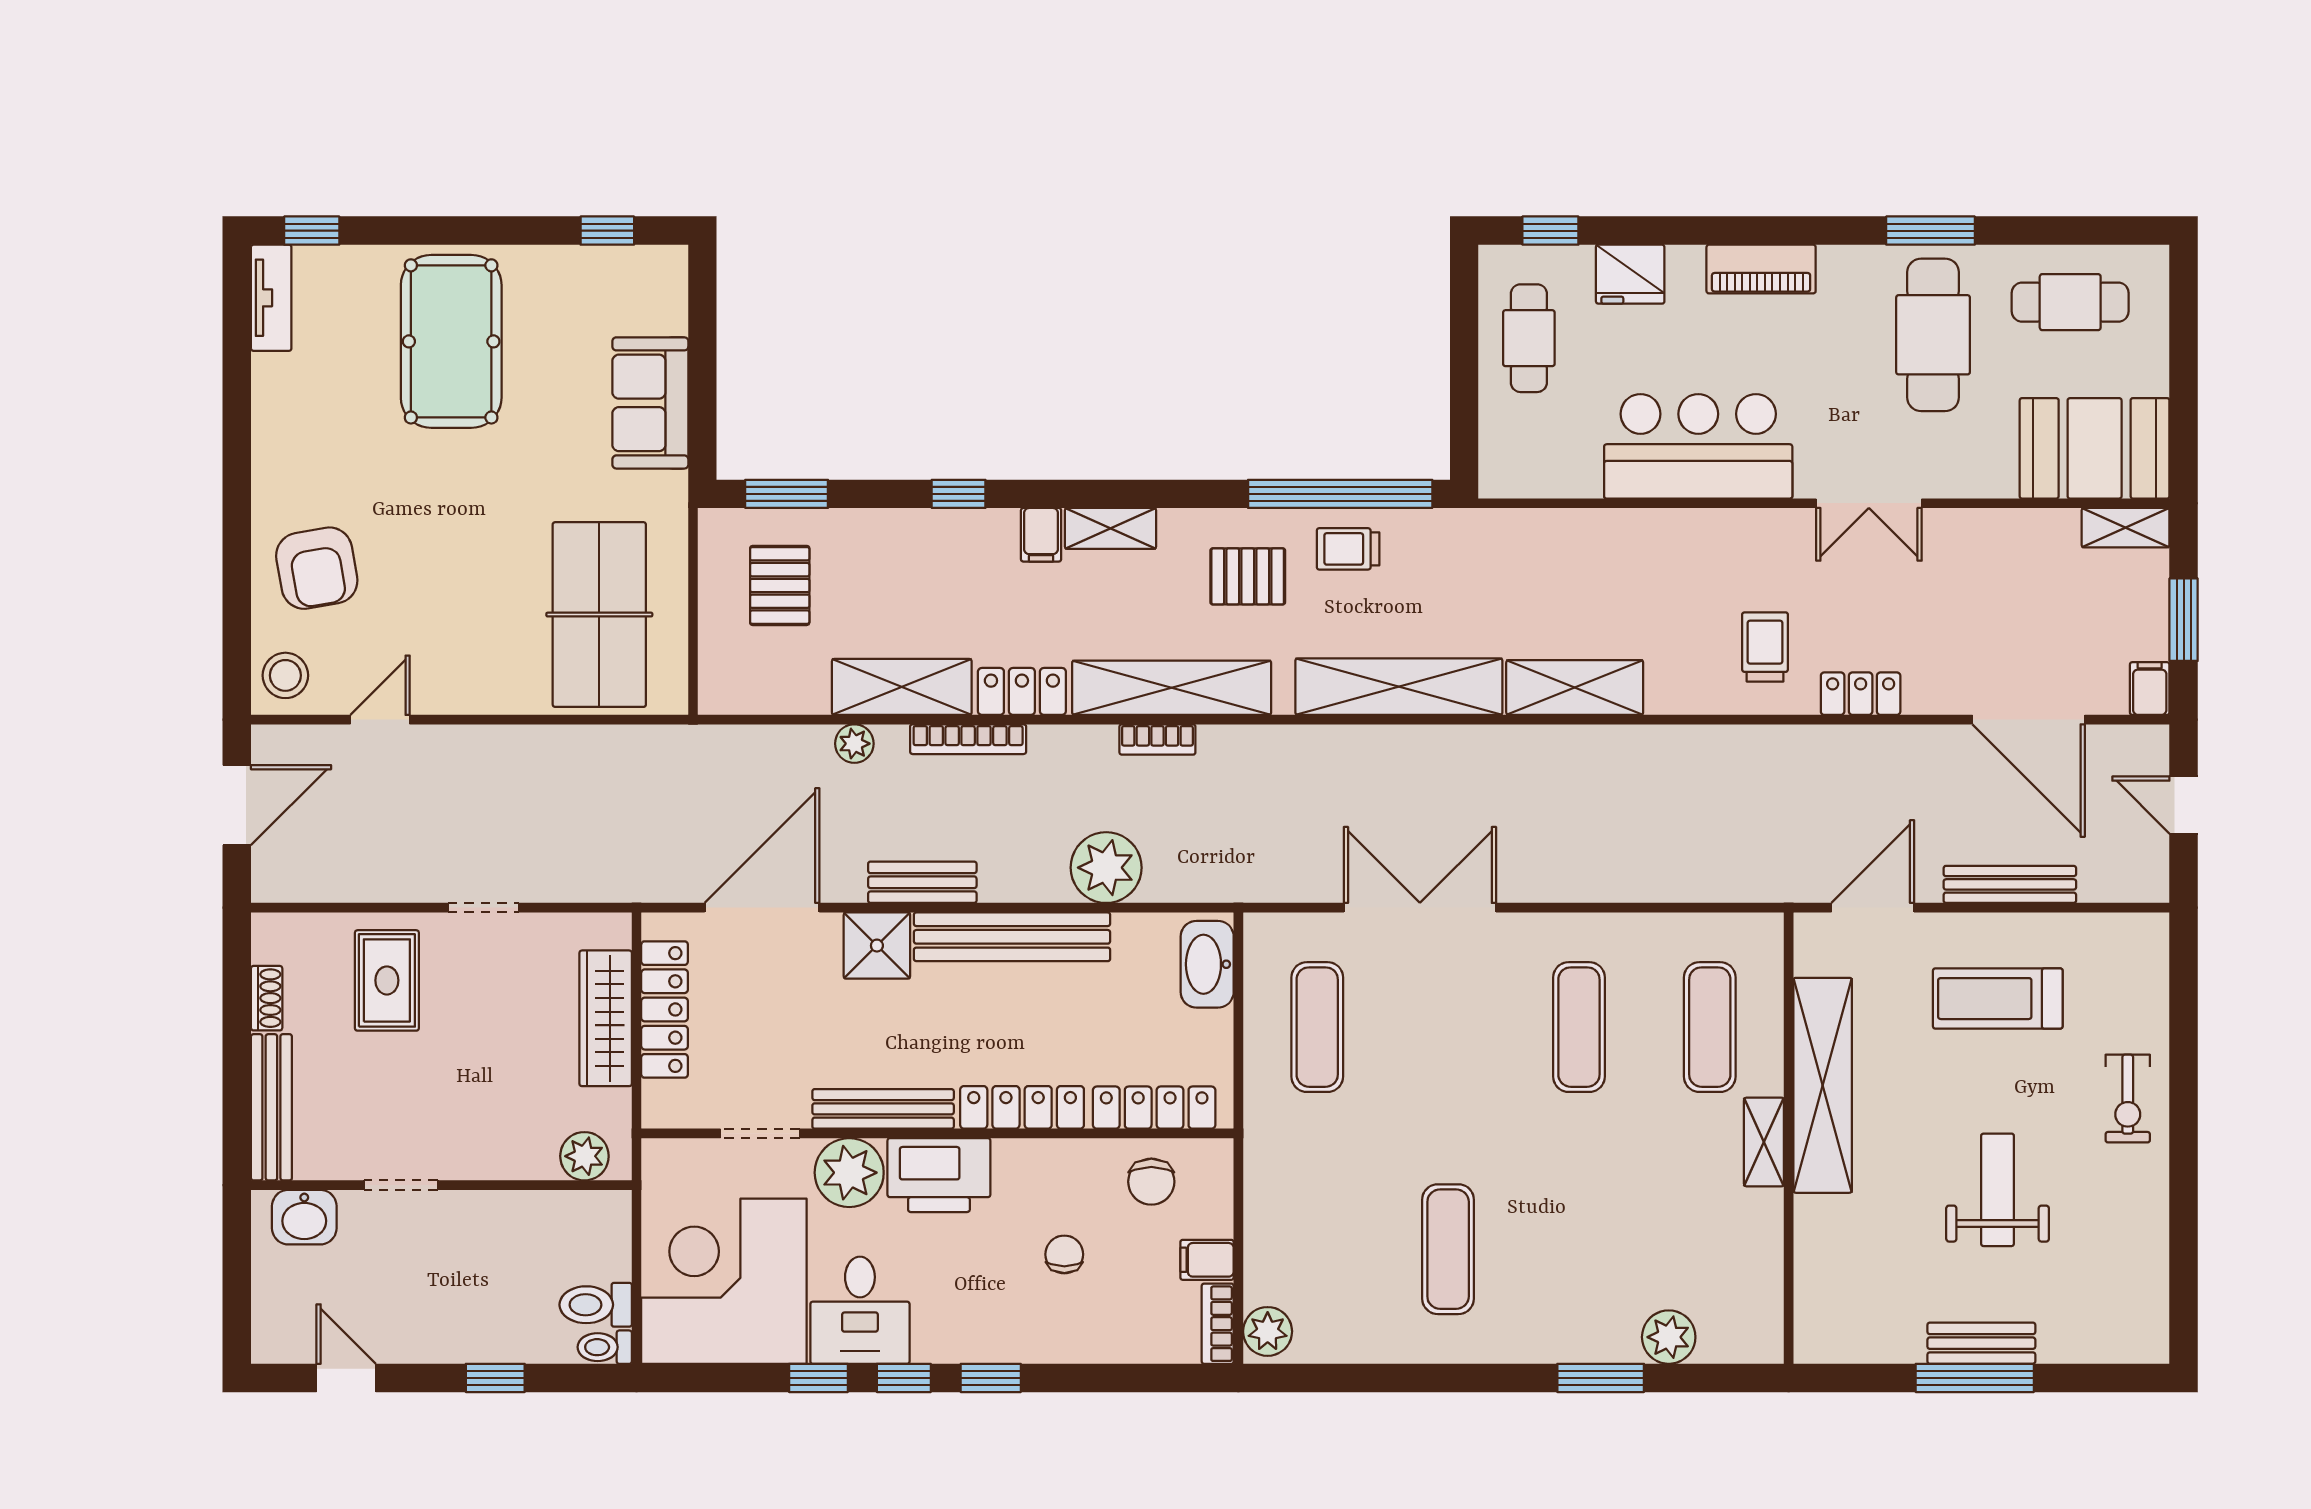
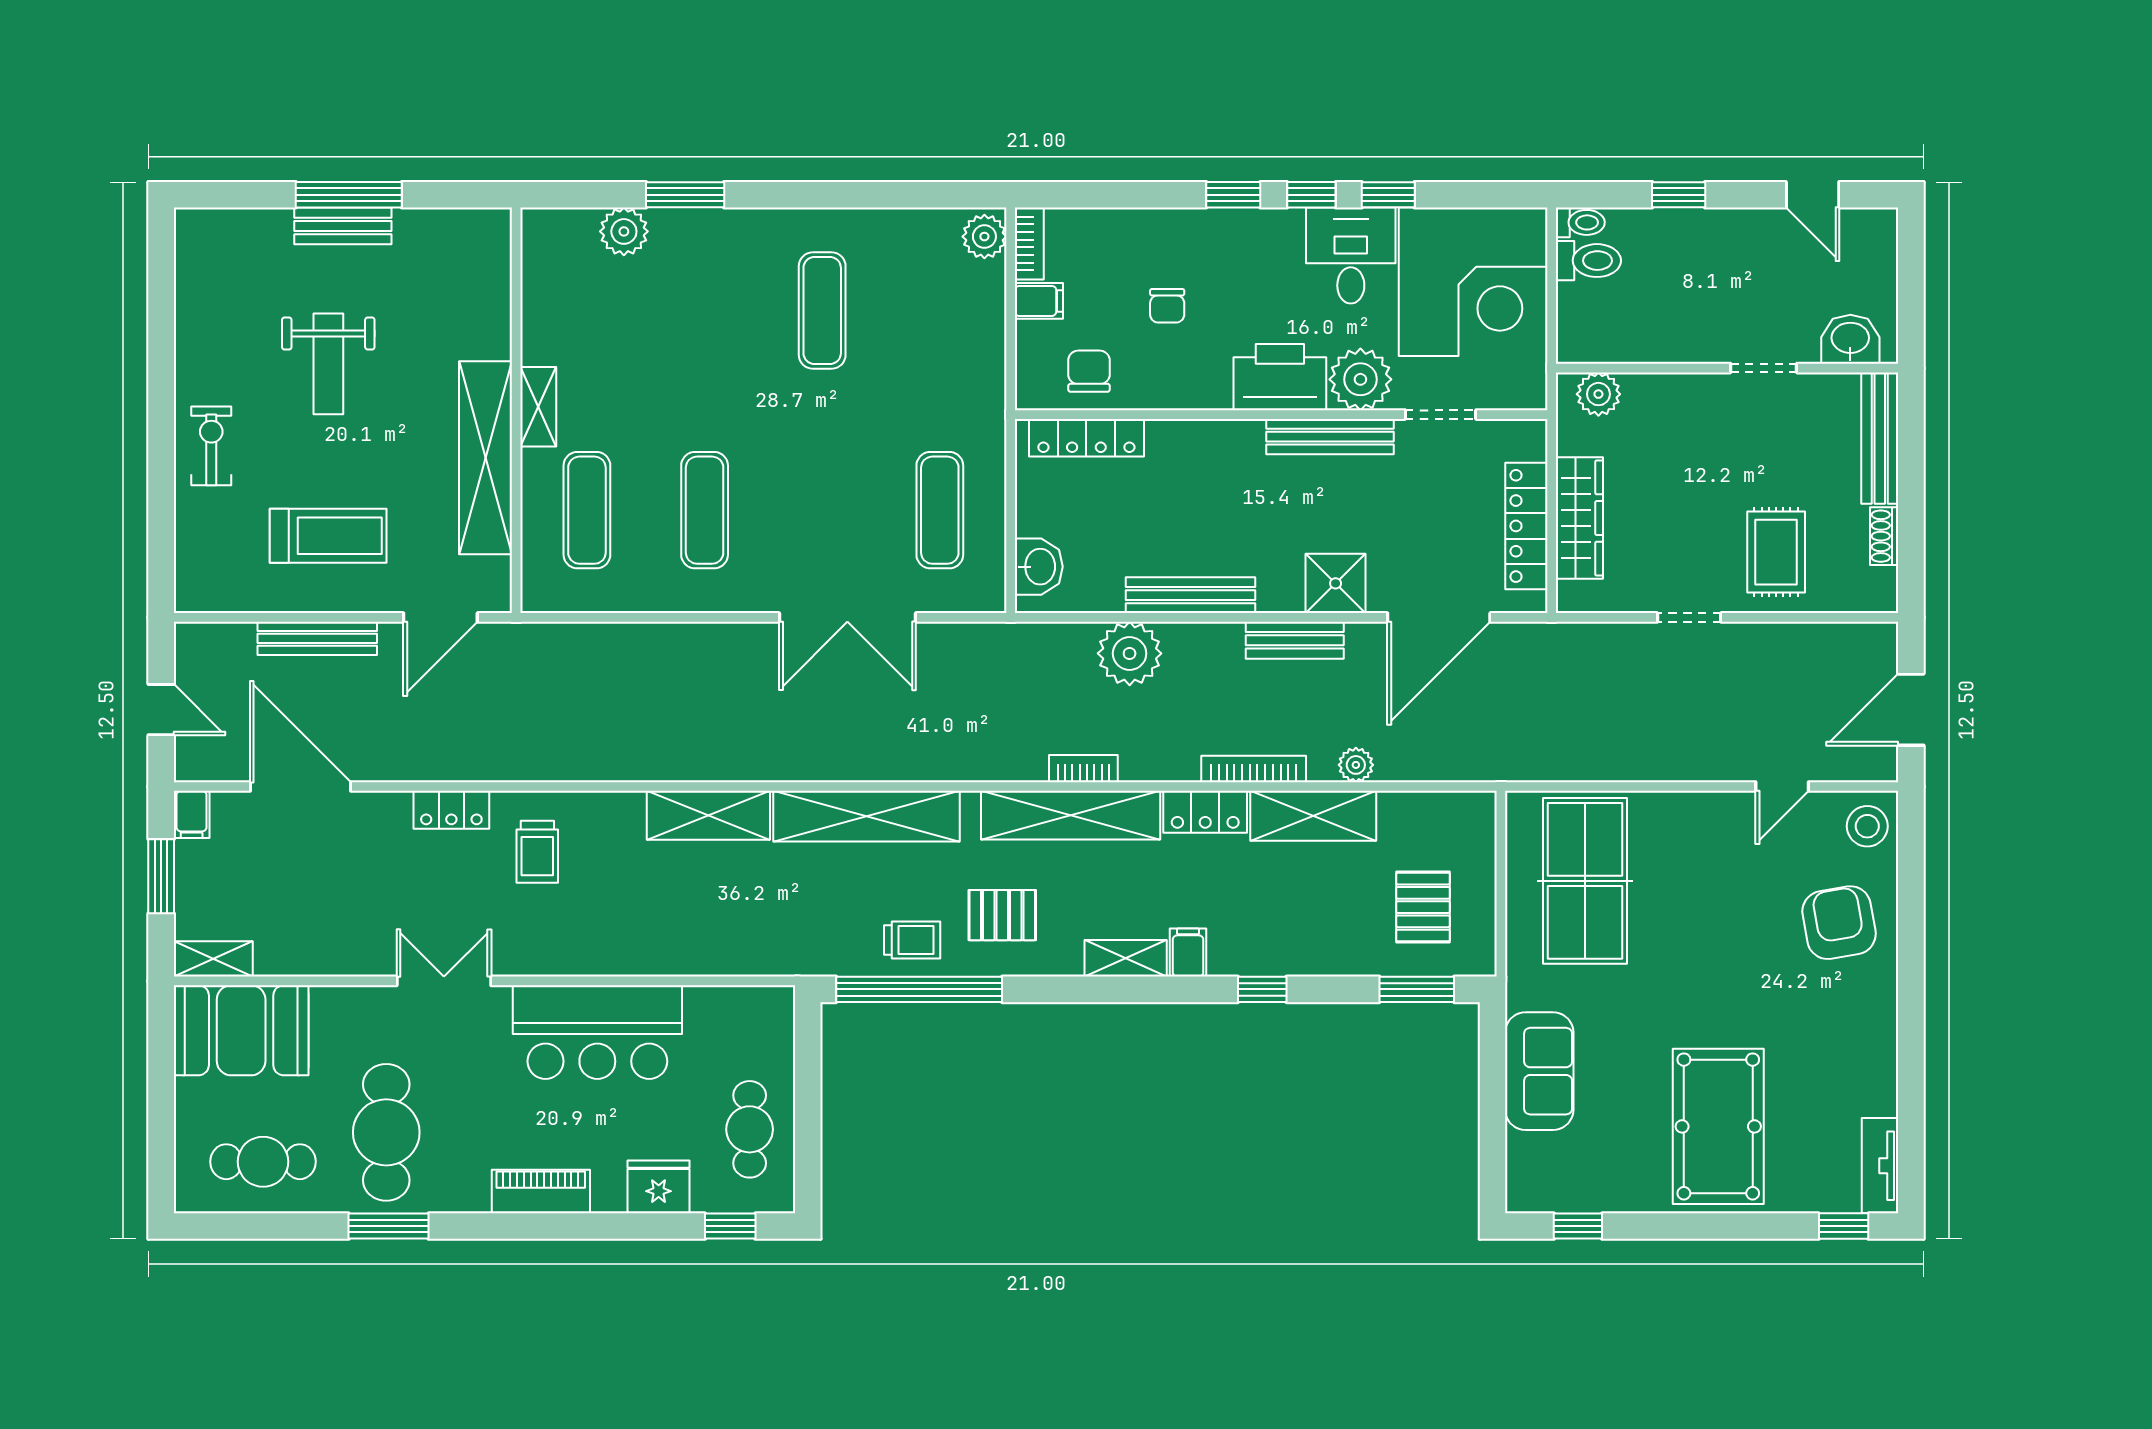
bench: (1012, 937) -> (1190, 595), width x0.73, depth x0.82
washbasin: (1207, 964) -> (1039, 567), width x0.72
locker: (1022, 1107) -> (1205, 438), removed

